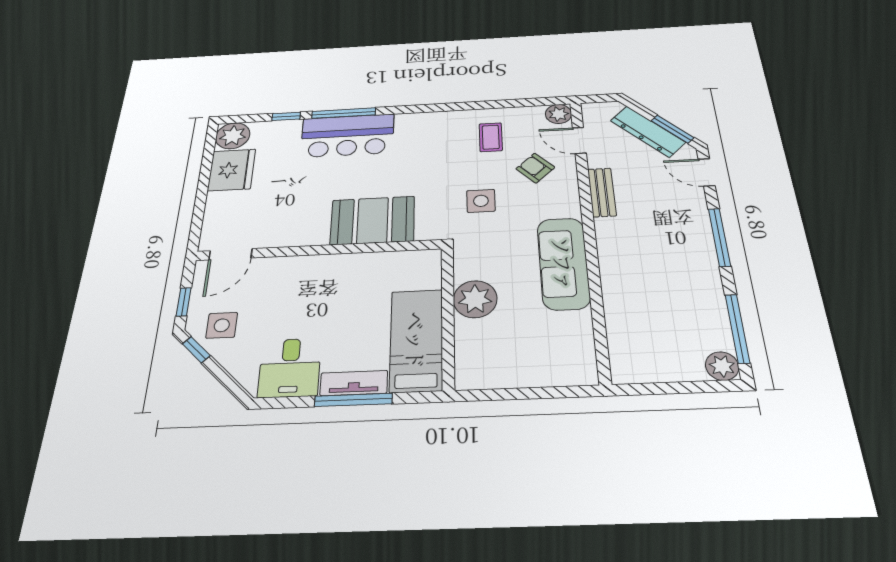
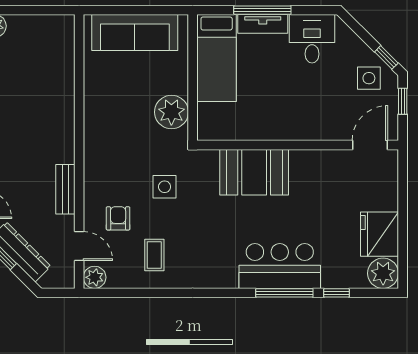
armchair: (535, 168) -> (118, 218), turned -136
sofa: (563, 263) -> (135, 33), moved, turned 90
plant: (475, 299) -> (171, 112), moved

